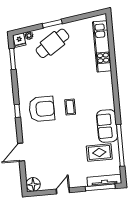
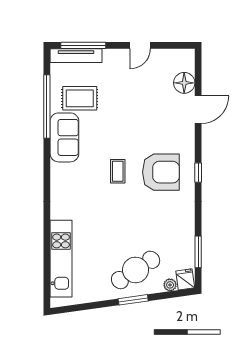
armchair: (42, 109) -> (161, 172), turned 180
floor lamp: (33, 184) -> (184, 83), moved

